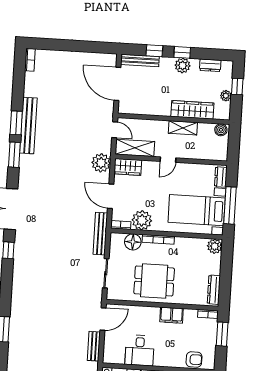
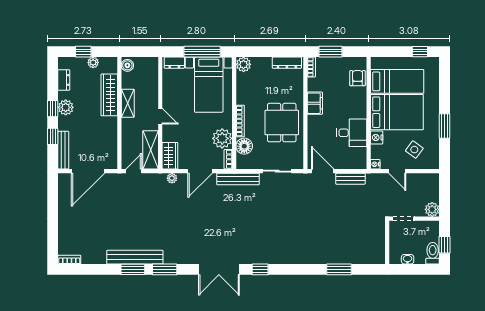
plant: (101, 163) -> (172, 178), width x0.53, depth x0.53

